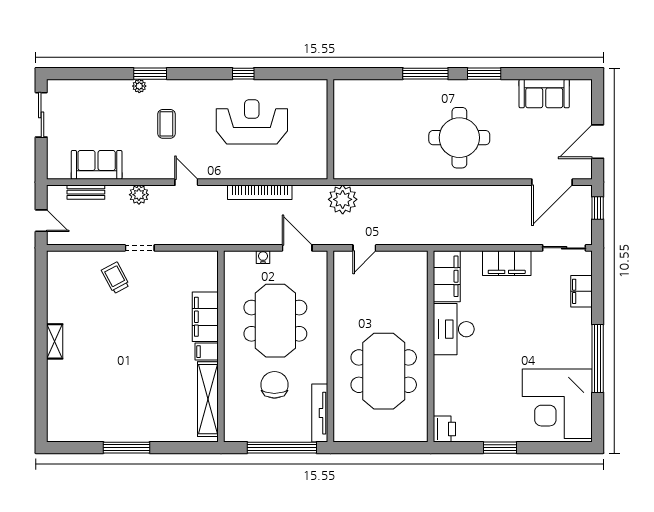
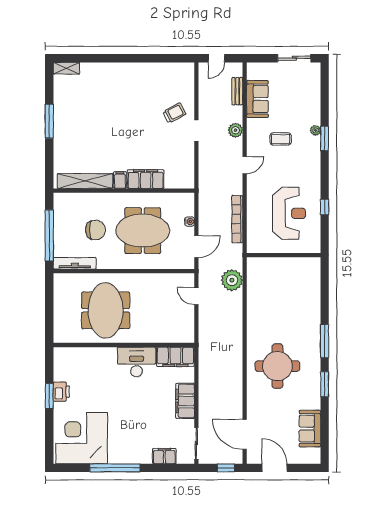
coffee table: (166, 124) -> (281, 139), moved
wall: (330, 129) -> (284, 255), moved
shelving: (55, 341) -> (66, 68), moved
meeting table: (384, 371) -> (106, 310), turned 90
printer: (444, 429) -> (61, 392), moved, turned -90

